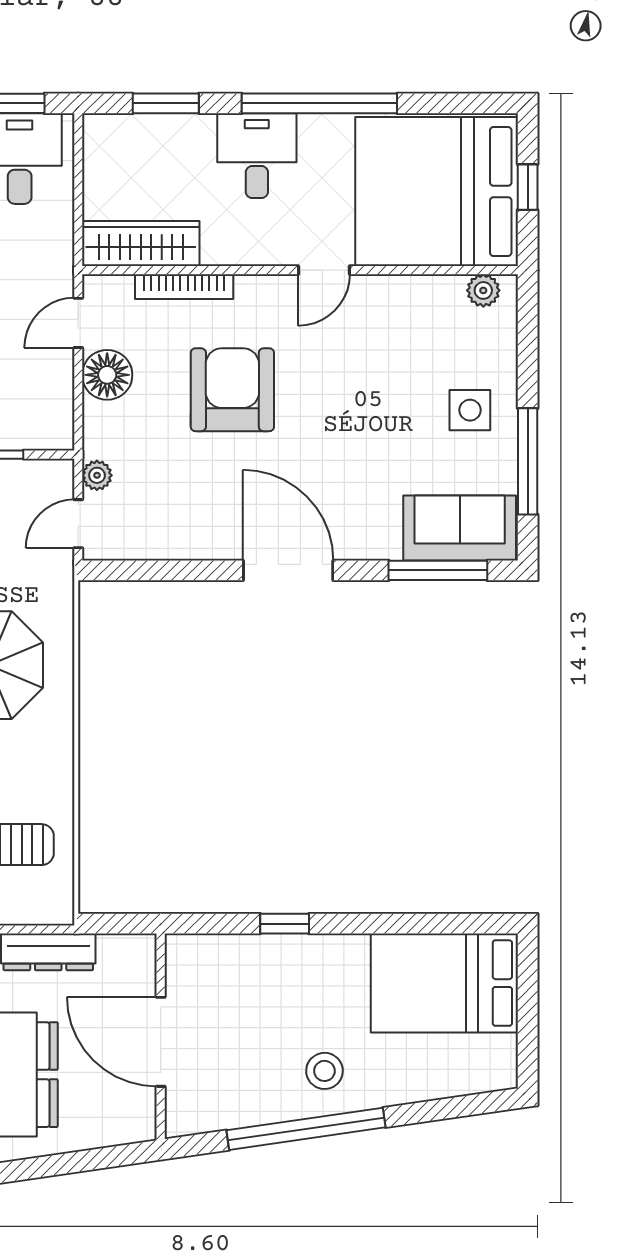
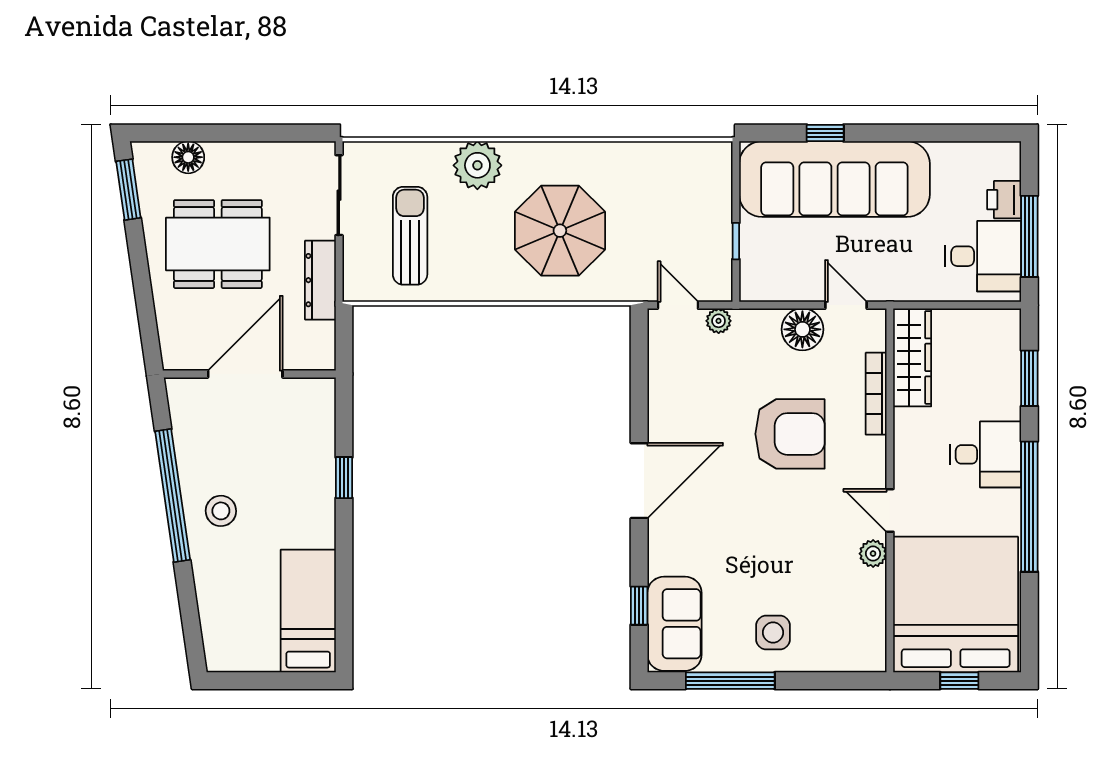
plant: (483, 290) -> (873, 554), moved
window: (438, 570) -> (639, 606), width x0.46
bed: (444, 983) -> (308, 611), width x0.67

